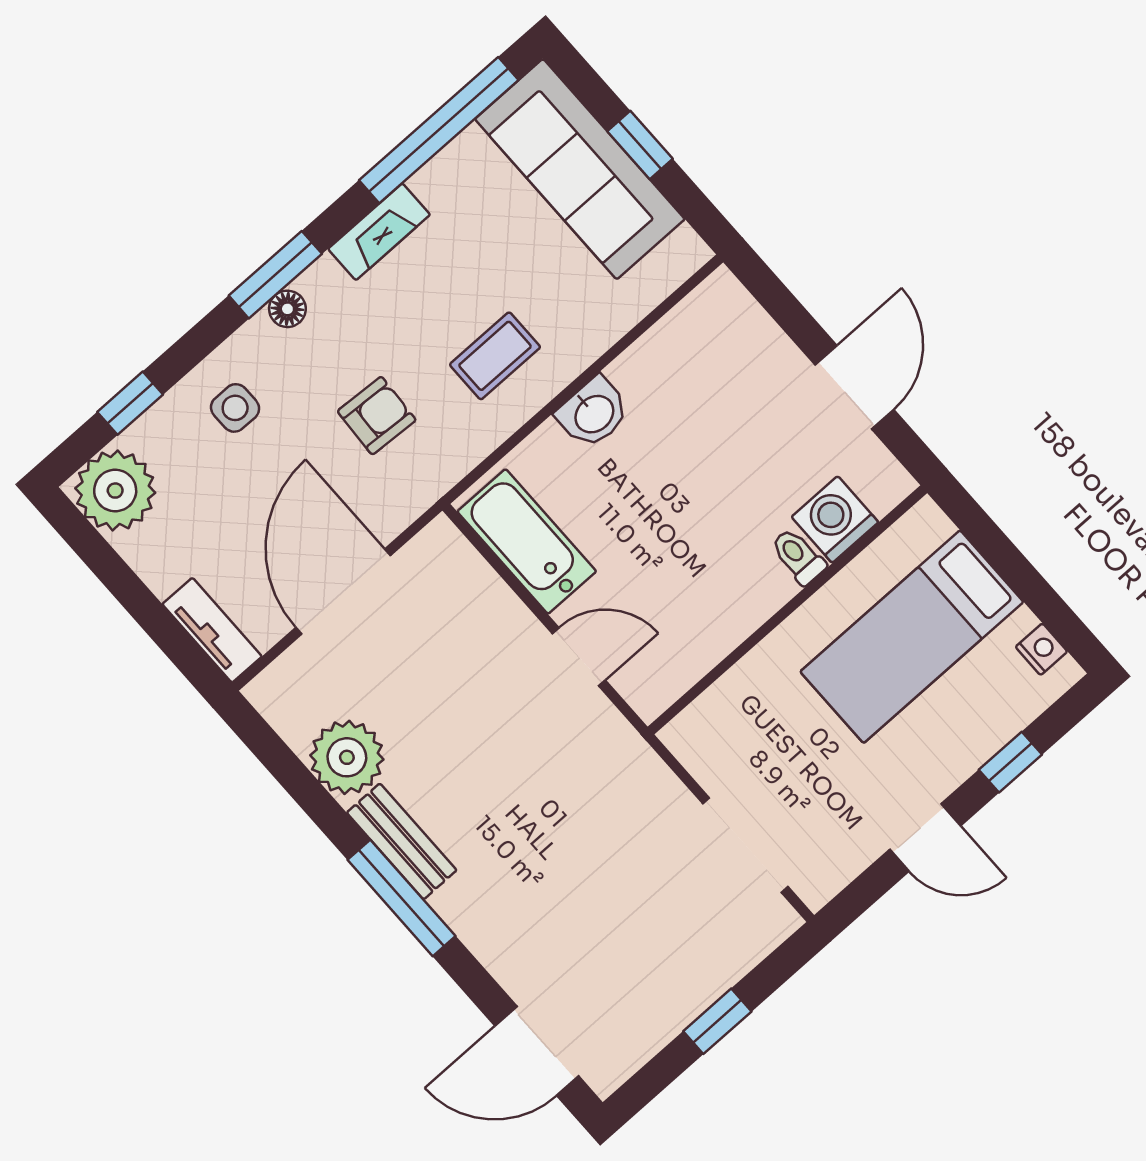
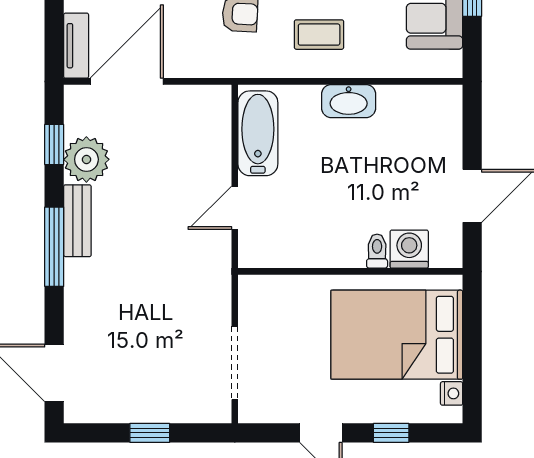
washbasin: (593, 413) -> (349, 101), width x1.38
door: (343, 591) -> (127, 81), moved
bed: (912, 637) -> (397, 335), width x1.50
door: (579, 657) -> (235, 208), swing flipped
window: (292, 774) -> (54, 144), added

